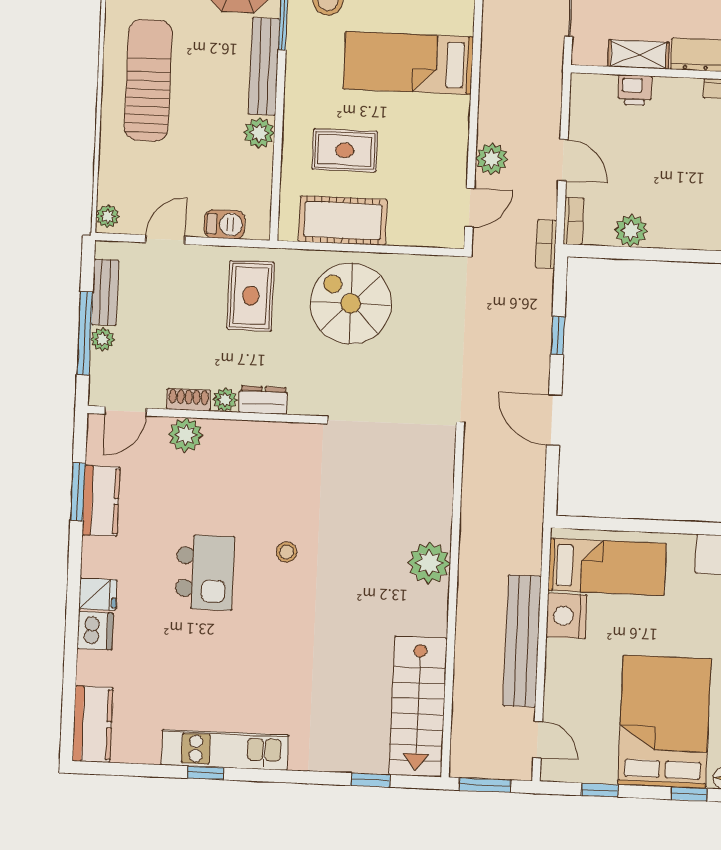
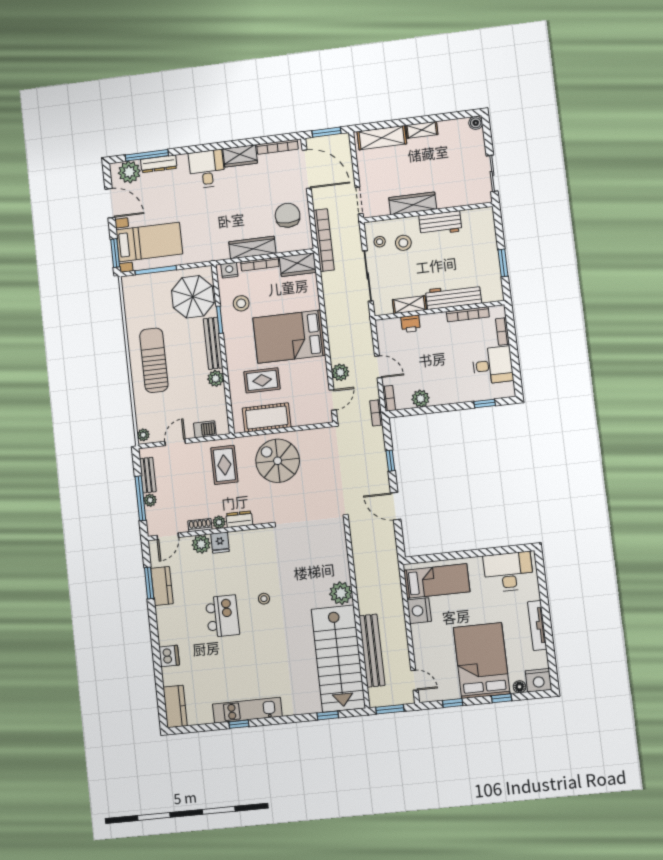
bed: (408, 63) -> (289, 337), width x1.50
fridge: (98, 594) -> (220, 543), moved, turned 90
bench: (522, 641) -> (372, 651), moved
stairs: (418, 706) -> (338, 659), width x1.36, depth x1.51

